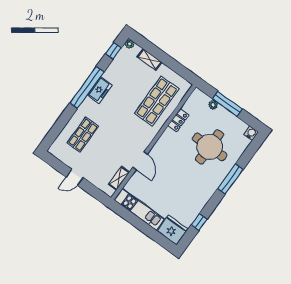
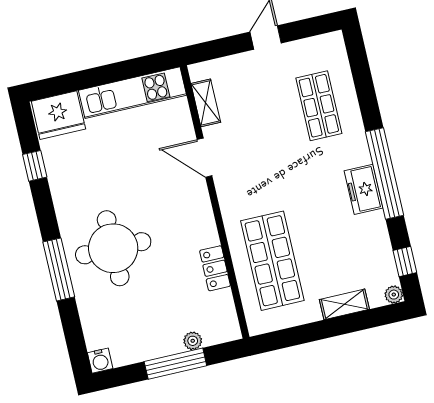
round table: (210, 147) -> (113, 248), moved

